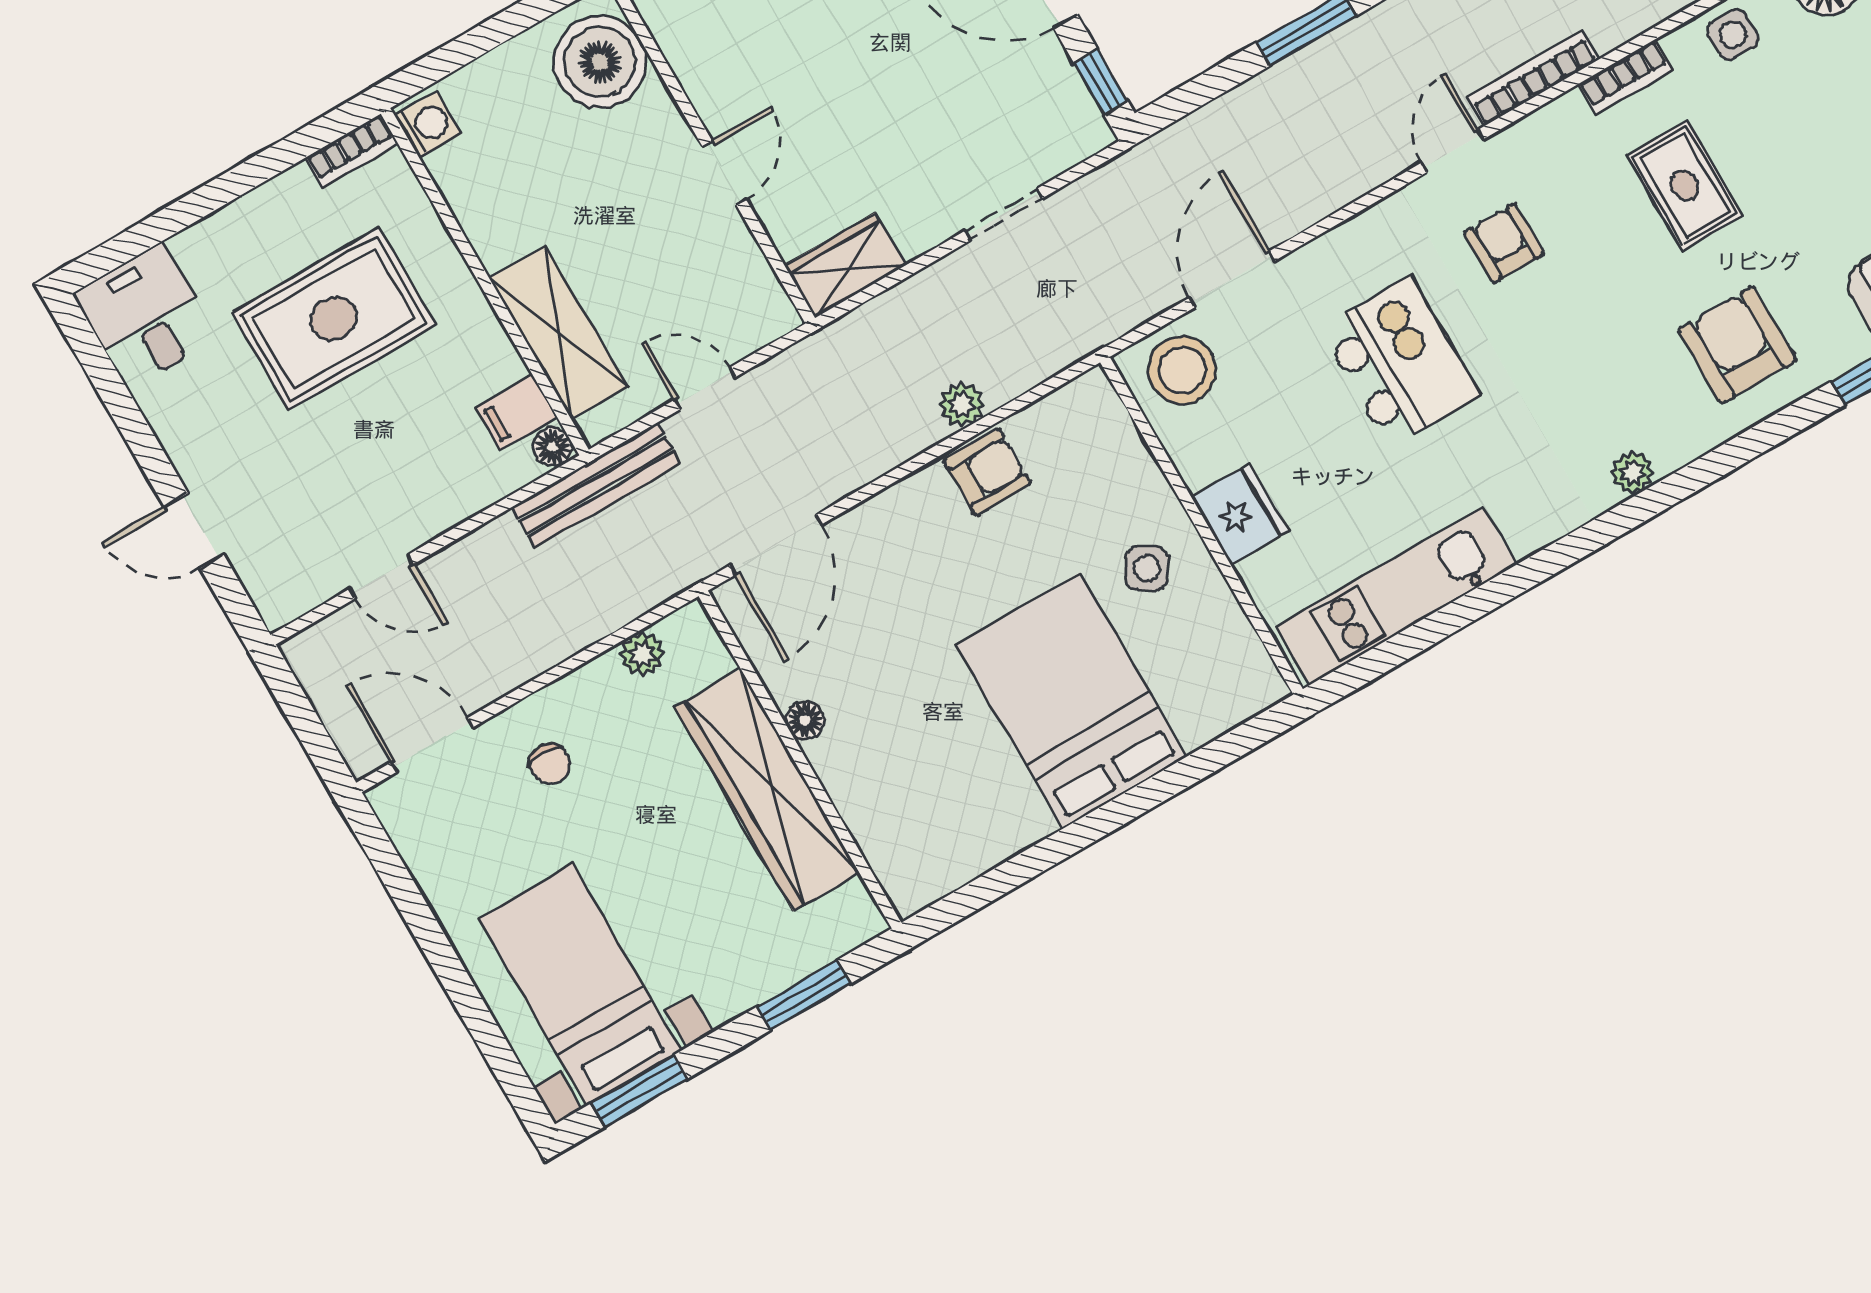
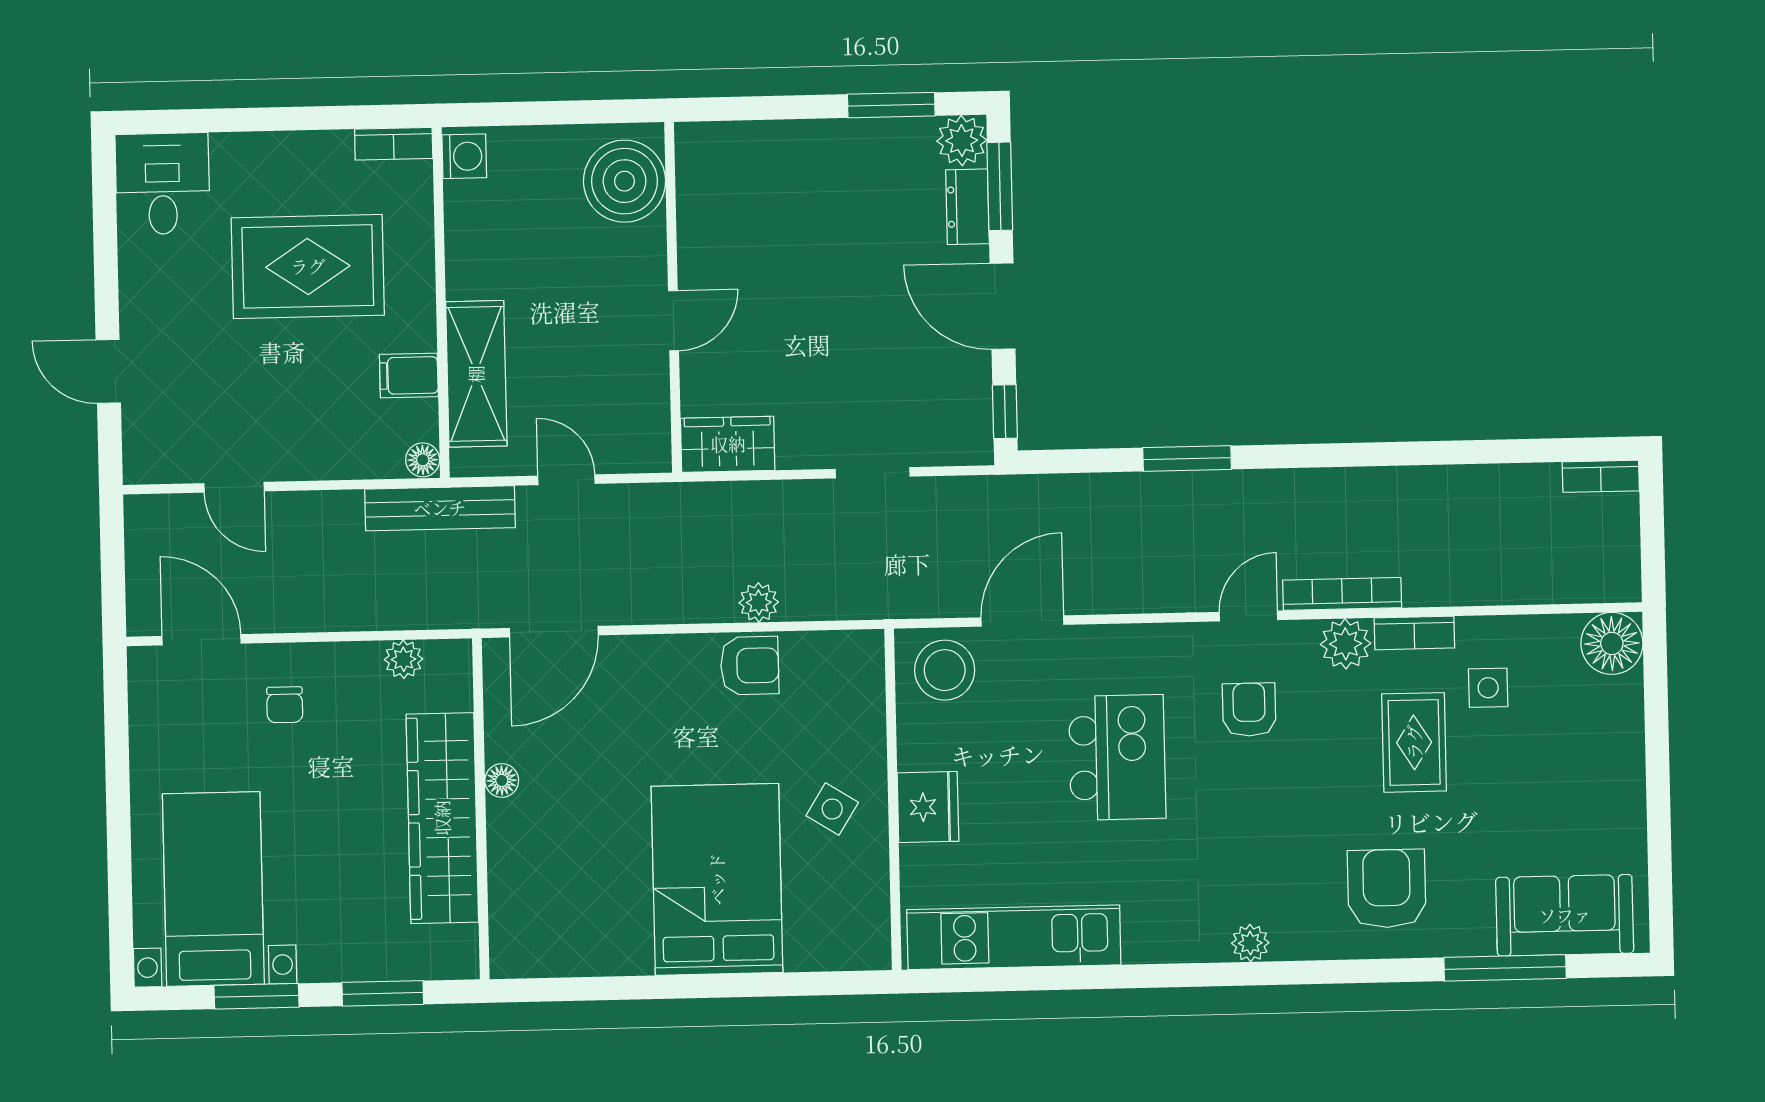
side table: (1733, 34) -> (1488, 688), moved
plant: (1563, 126) -> (1346, 644), added
filing cabinet: (517, 412) -> (409, 375), moved
window: (639, 1091) -> (257, 996), moved

